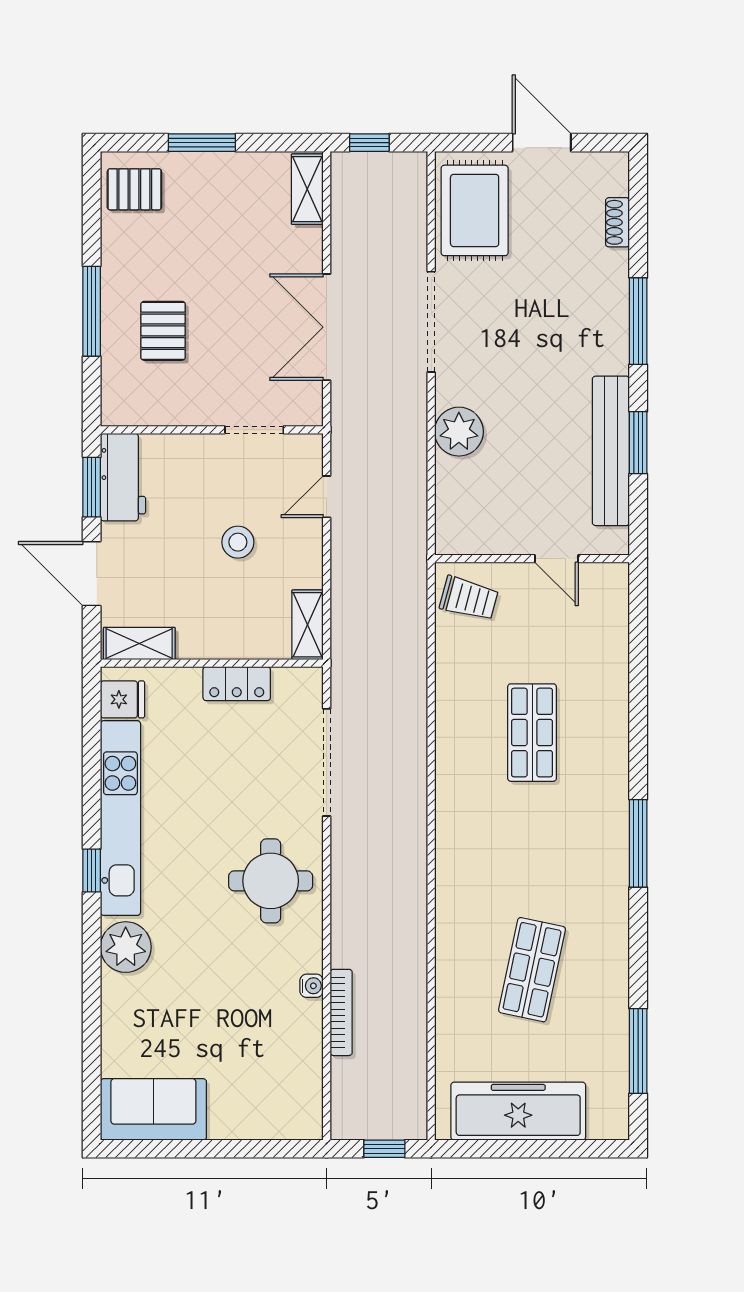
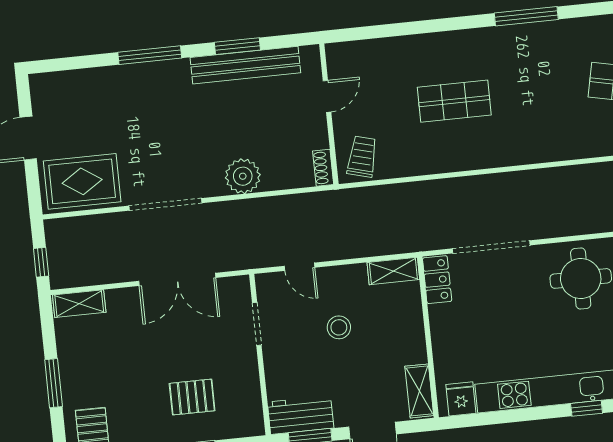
shoe rack: (618, 222) -> (323, 168), moved, turned 90
locker: (237, 684) -> (437, 280), moved

